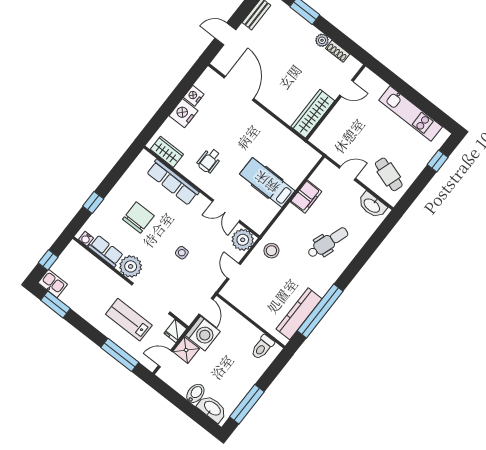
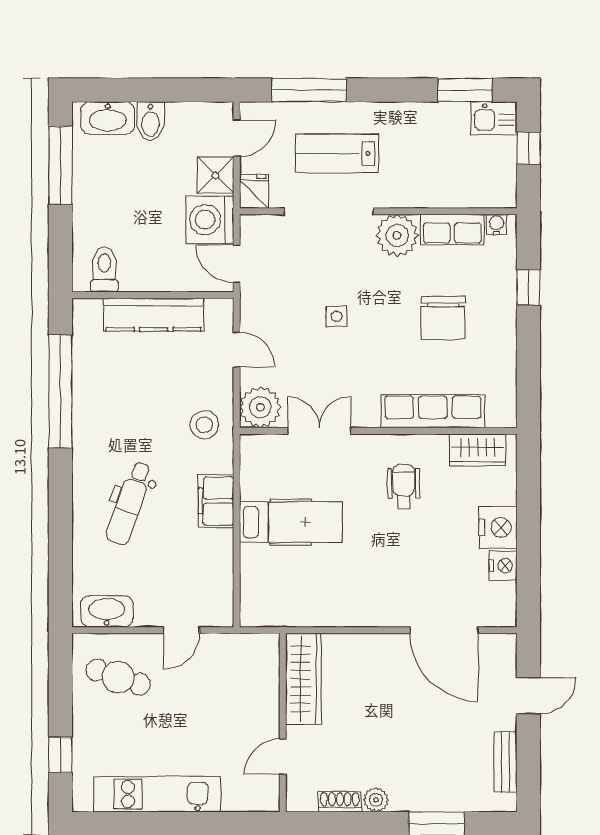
filing cabinet: (306, 197) -> (216, 501), moved
kitchen counter: (299, 314) -> (154, 315), moved, turned 90
lab bench: (129, 320) -> (337, 153), turned 180

